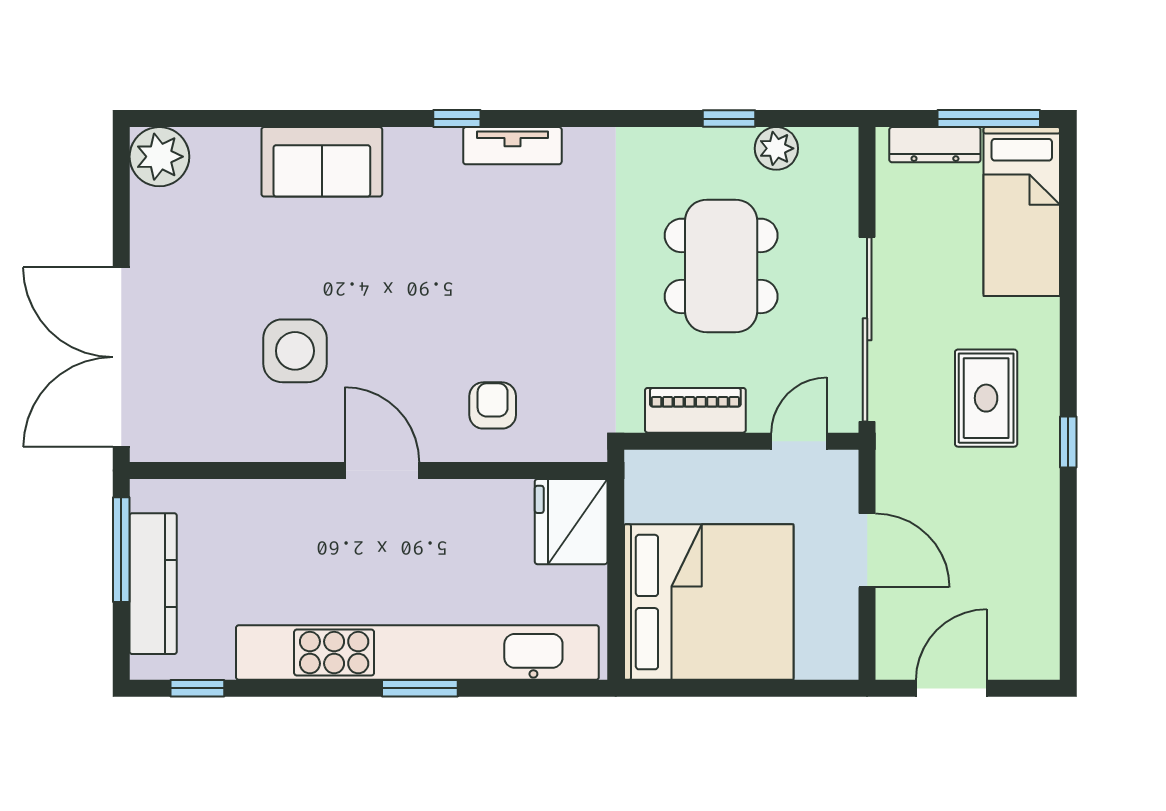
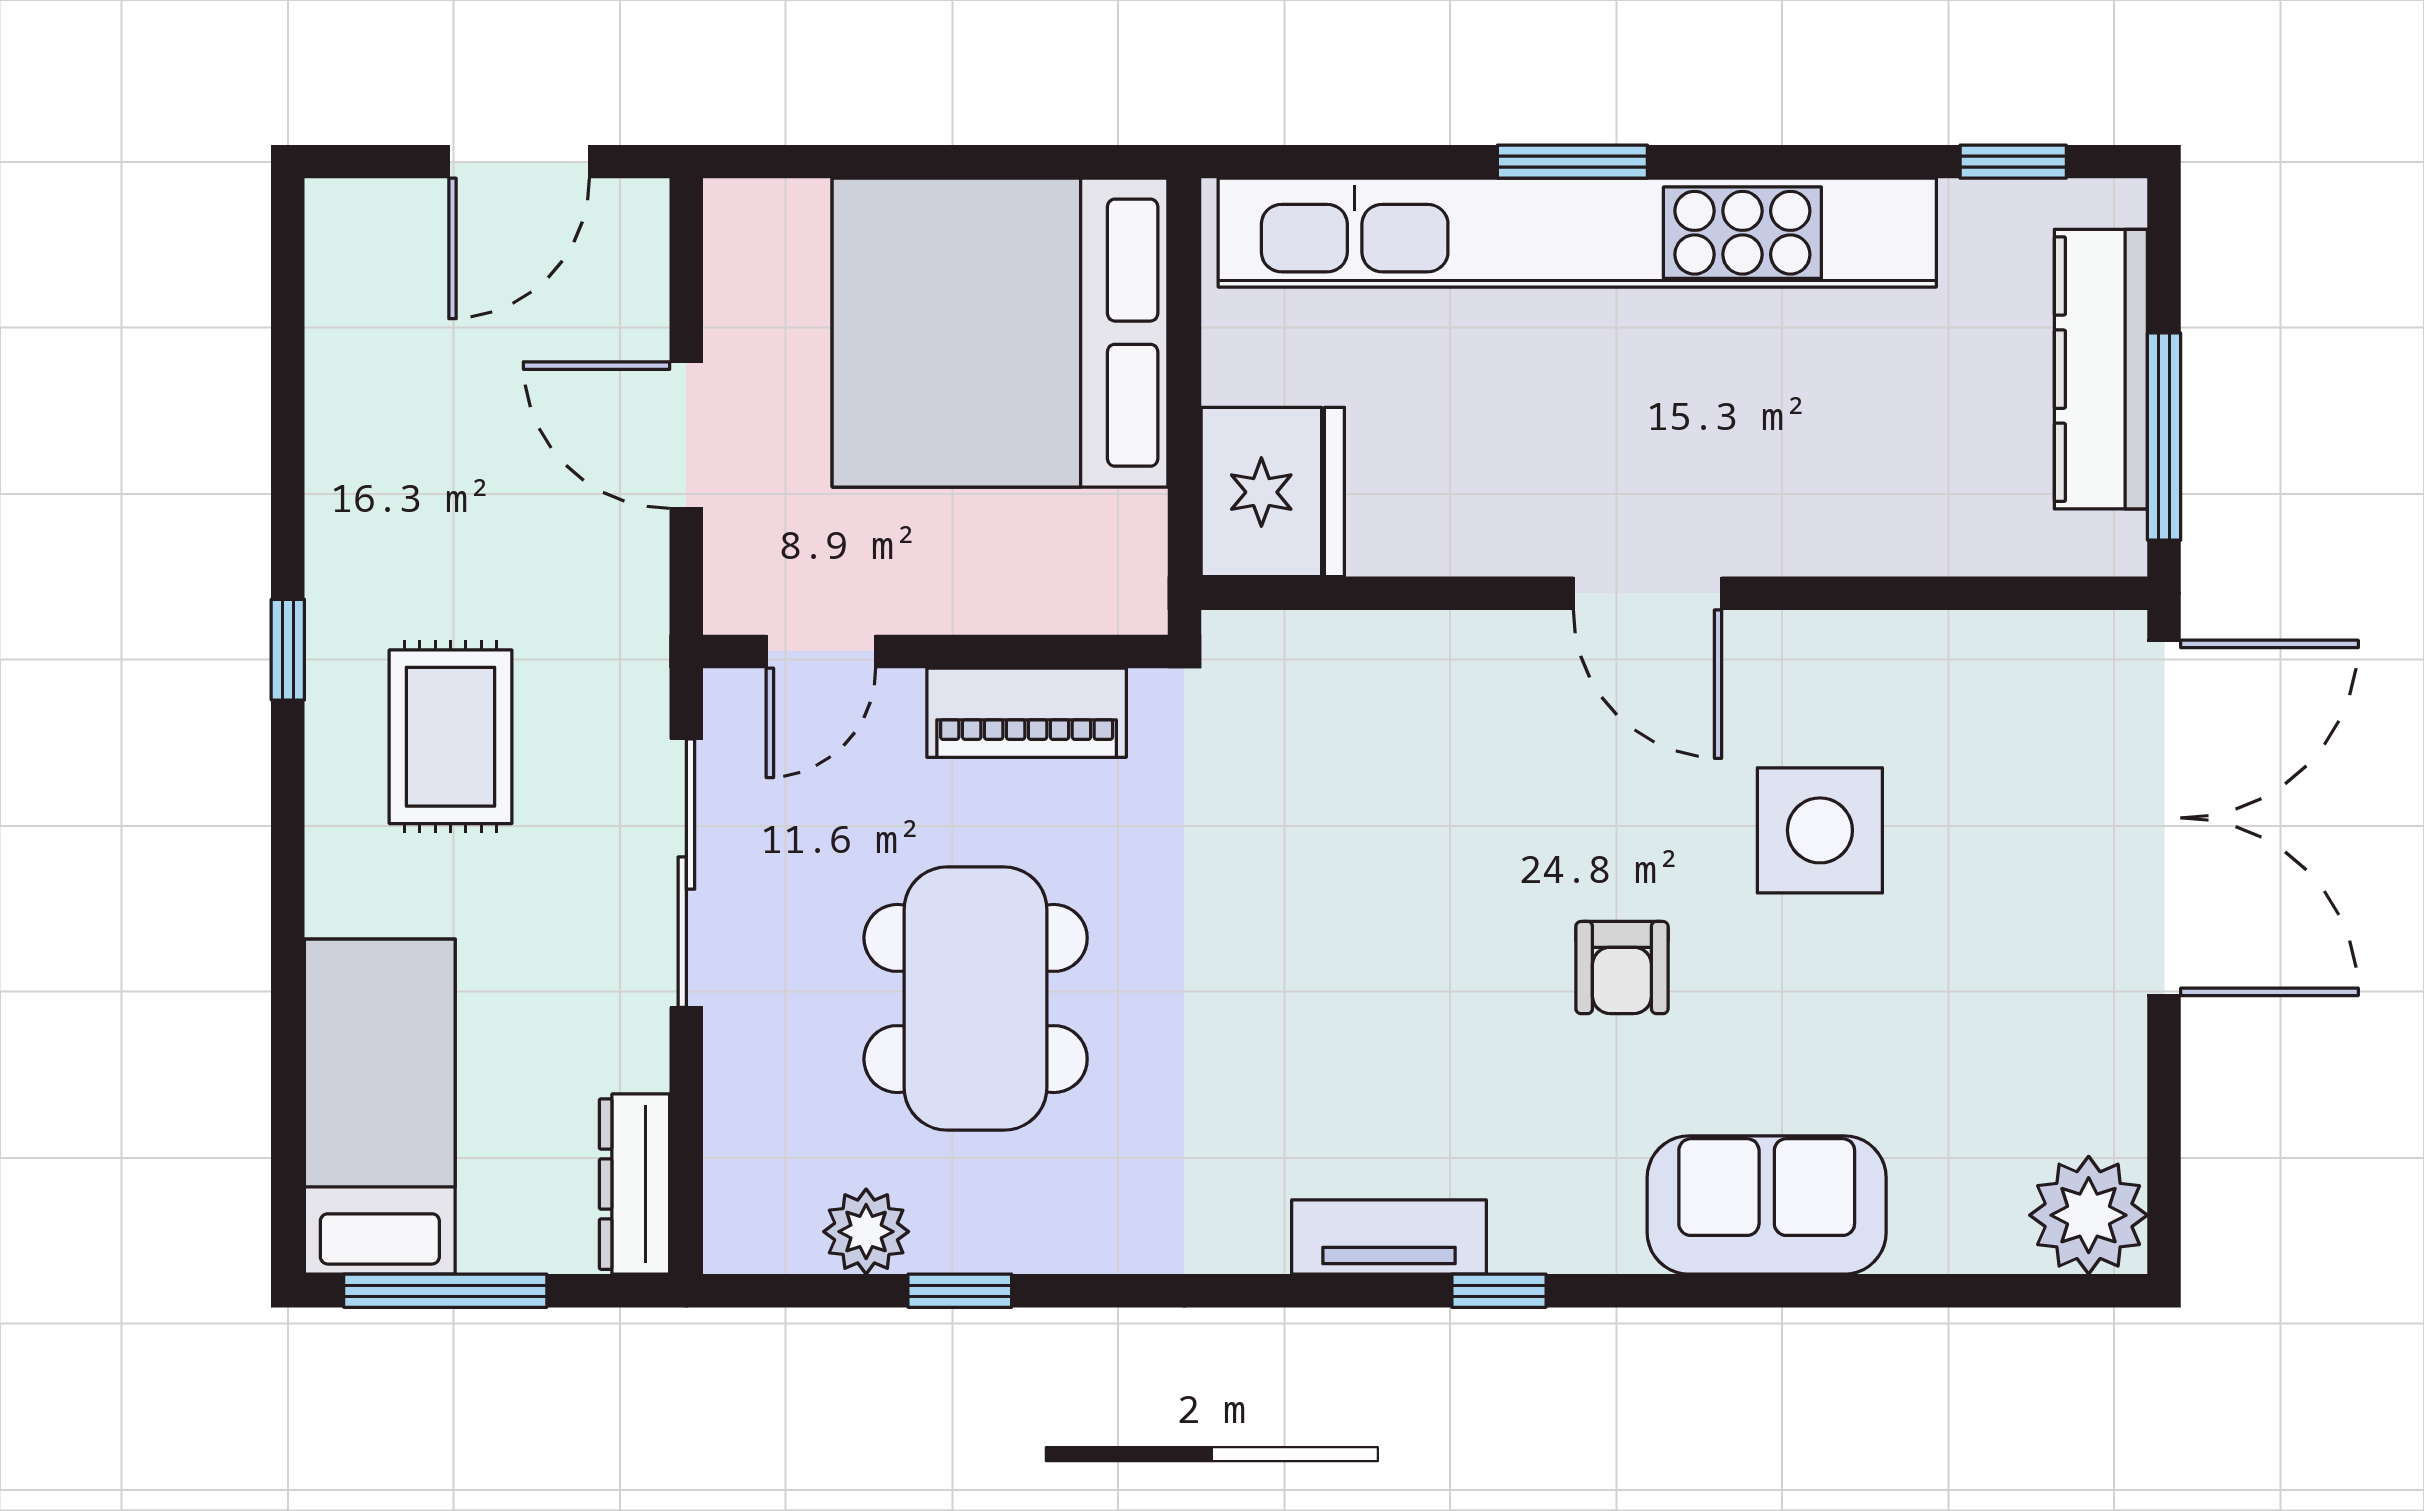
dresser: (935, 145) -> (635, 1184), moved, turned -90
sliding door: (867, 329) -> (686, 873), width x0.73
armchair: (493, 405) -> (1622, 968), moved

